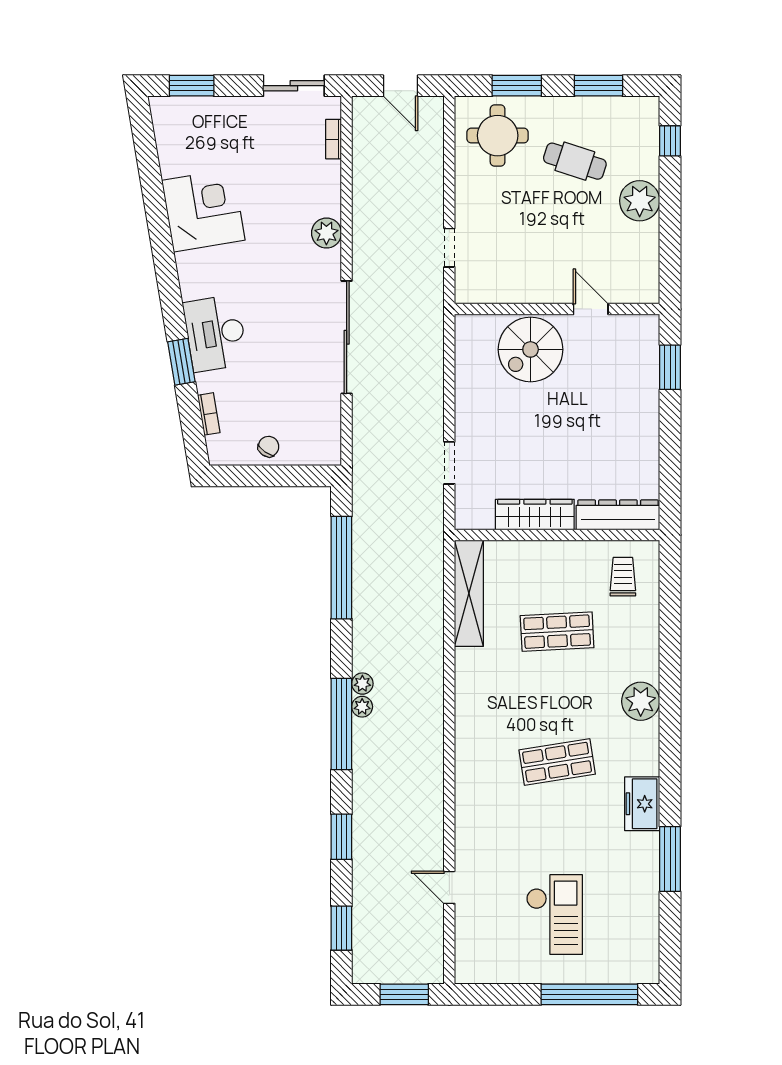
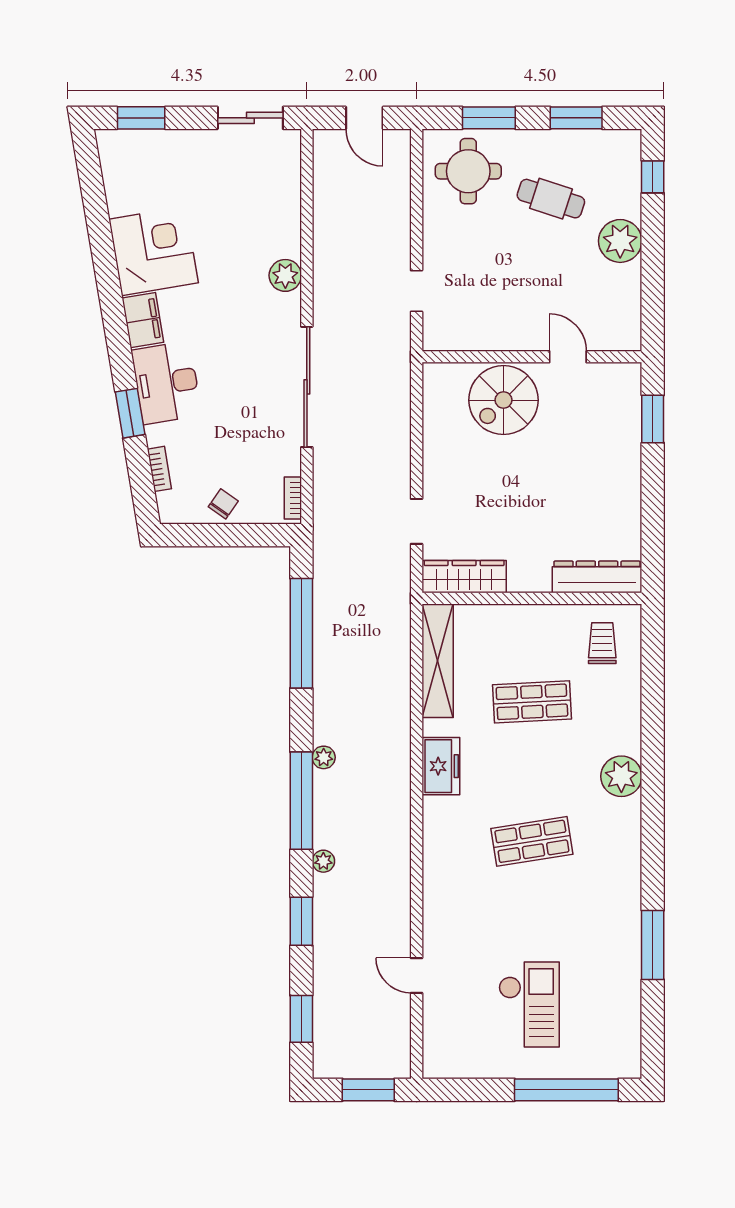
bookcase: (334, 139) -> (293, 498), moved
filing cabinet: (193, 275) -> (143, 320), added
wardrobe: (535, 515) -> (464, 577), moved
plant: (362, 707) -> (323, 861), moved
freezer: (642, 804) -> (441, 766), moved, turned 180

